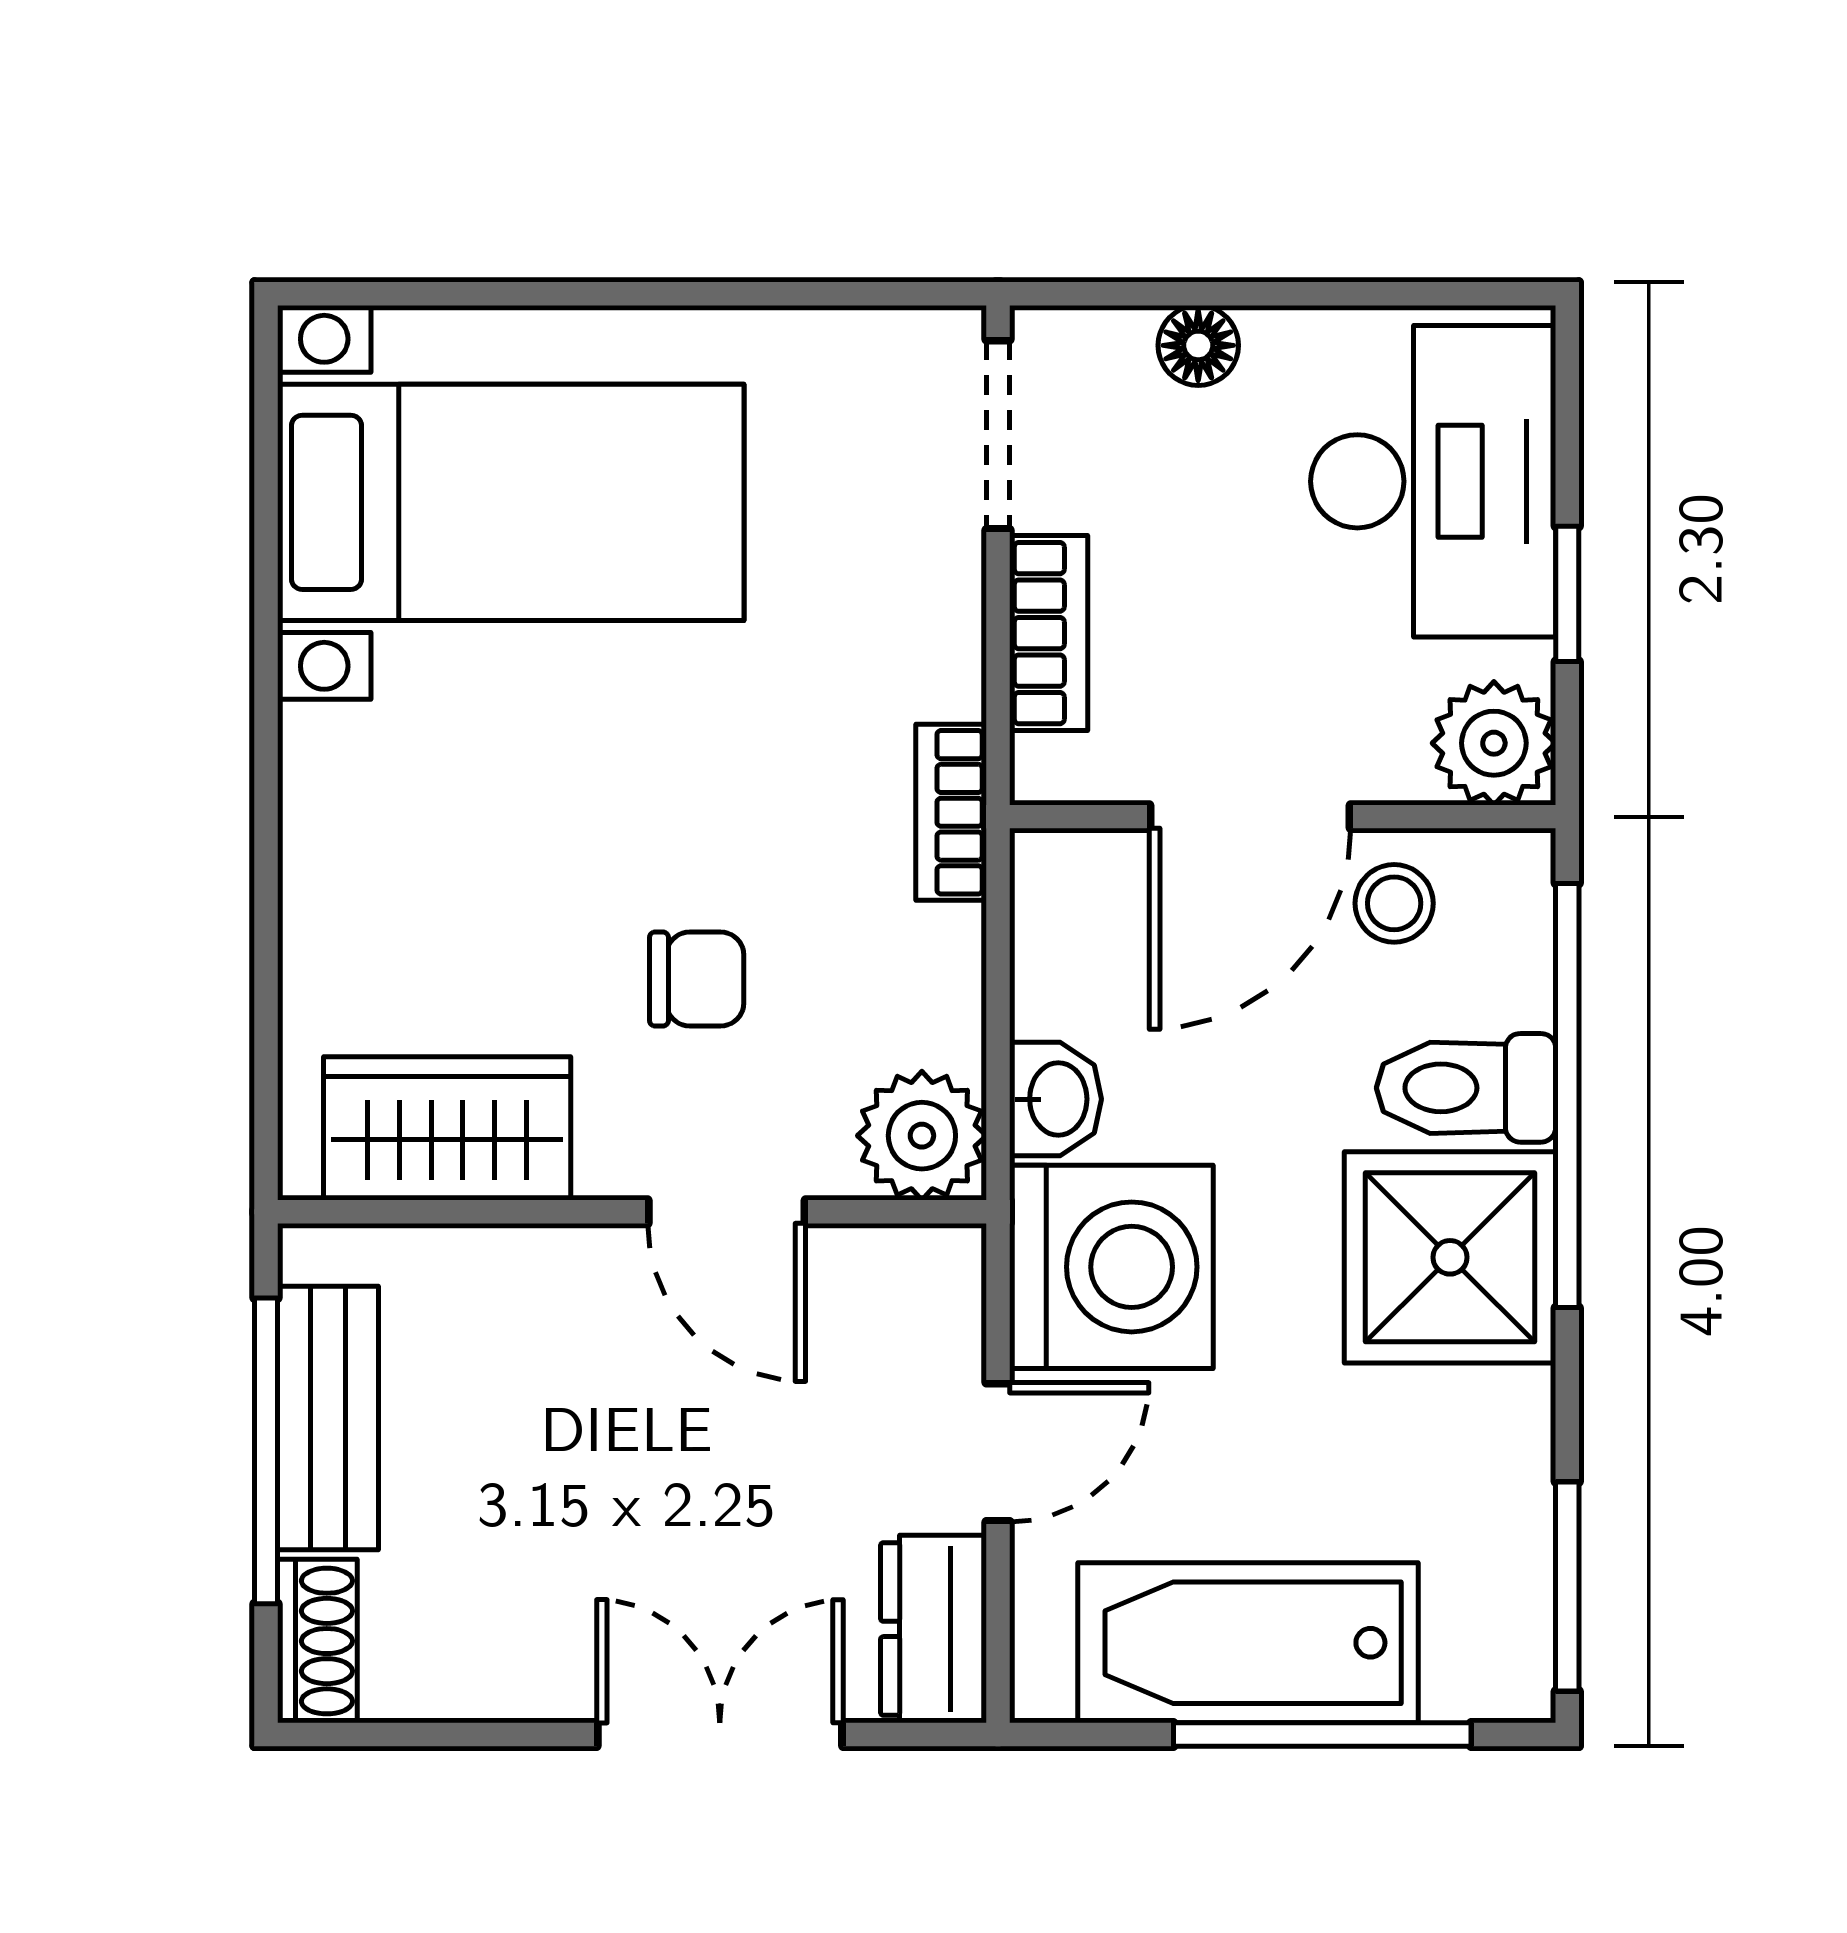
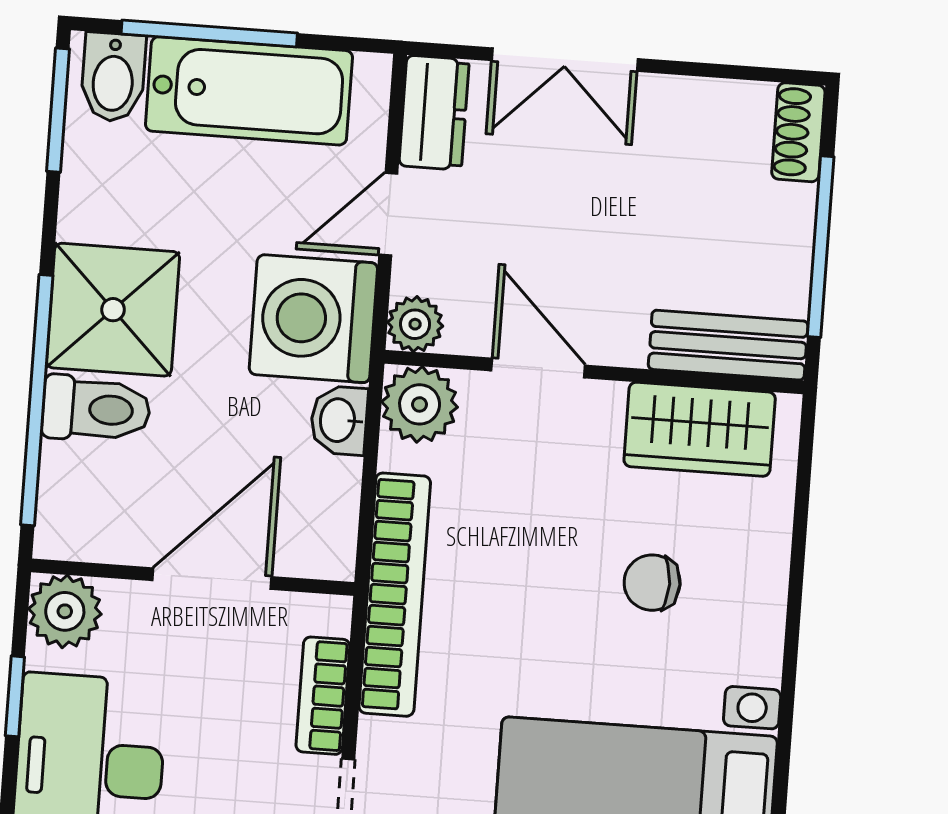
bookcase: (951, 812) -> (395, 595), width x2.31, depth x1.31
stool: (1394, 903) -> (131, 521), removed
chair: (697, 979) -> (652, 583), moved
plant: (939, 1270) -> (415, 324), added
bench: (328, 1418) -> (728, 345), moved, turned 90
bidet: (1479, 1649) -> (113, 77), added

